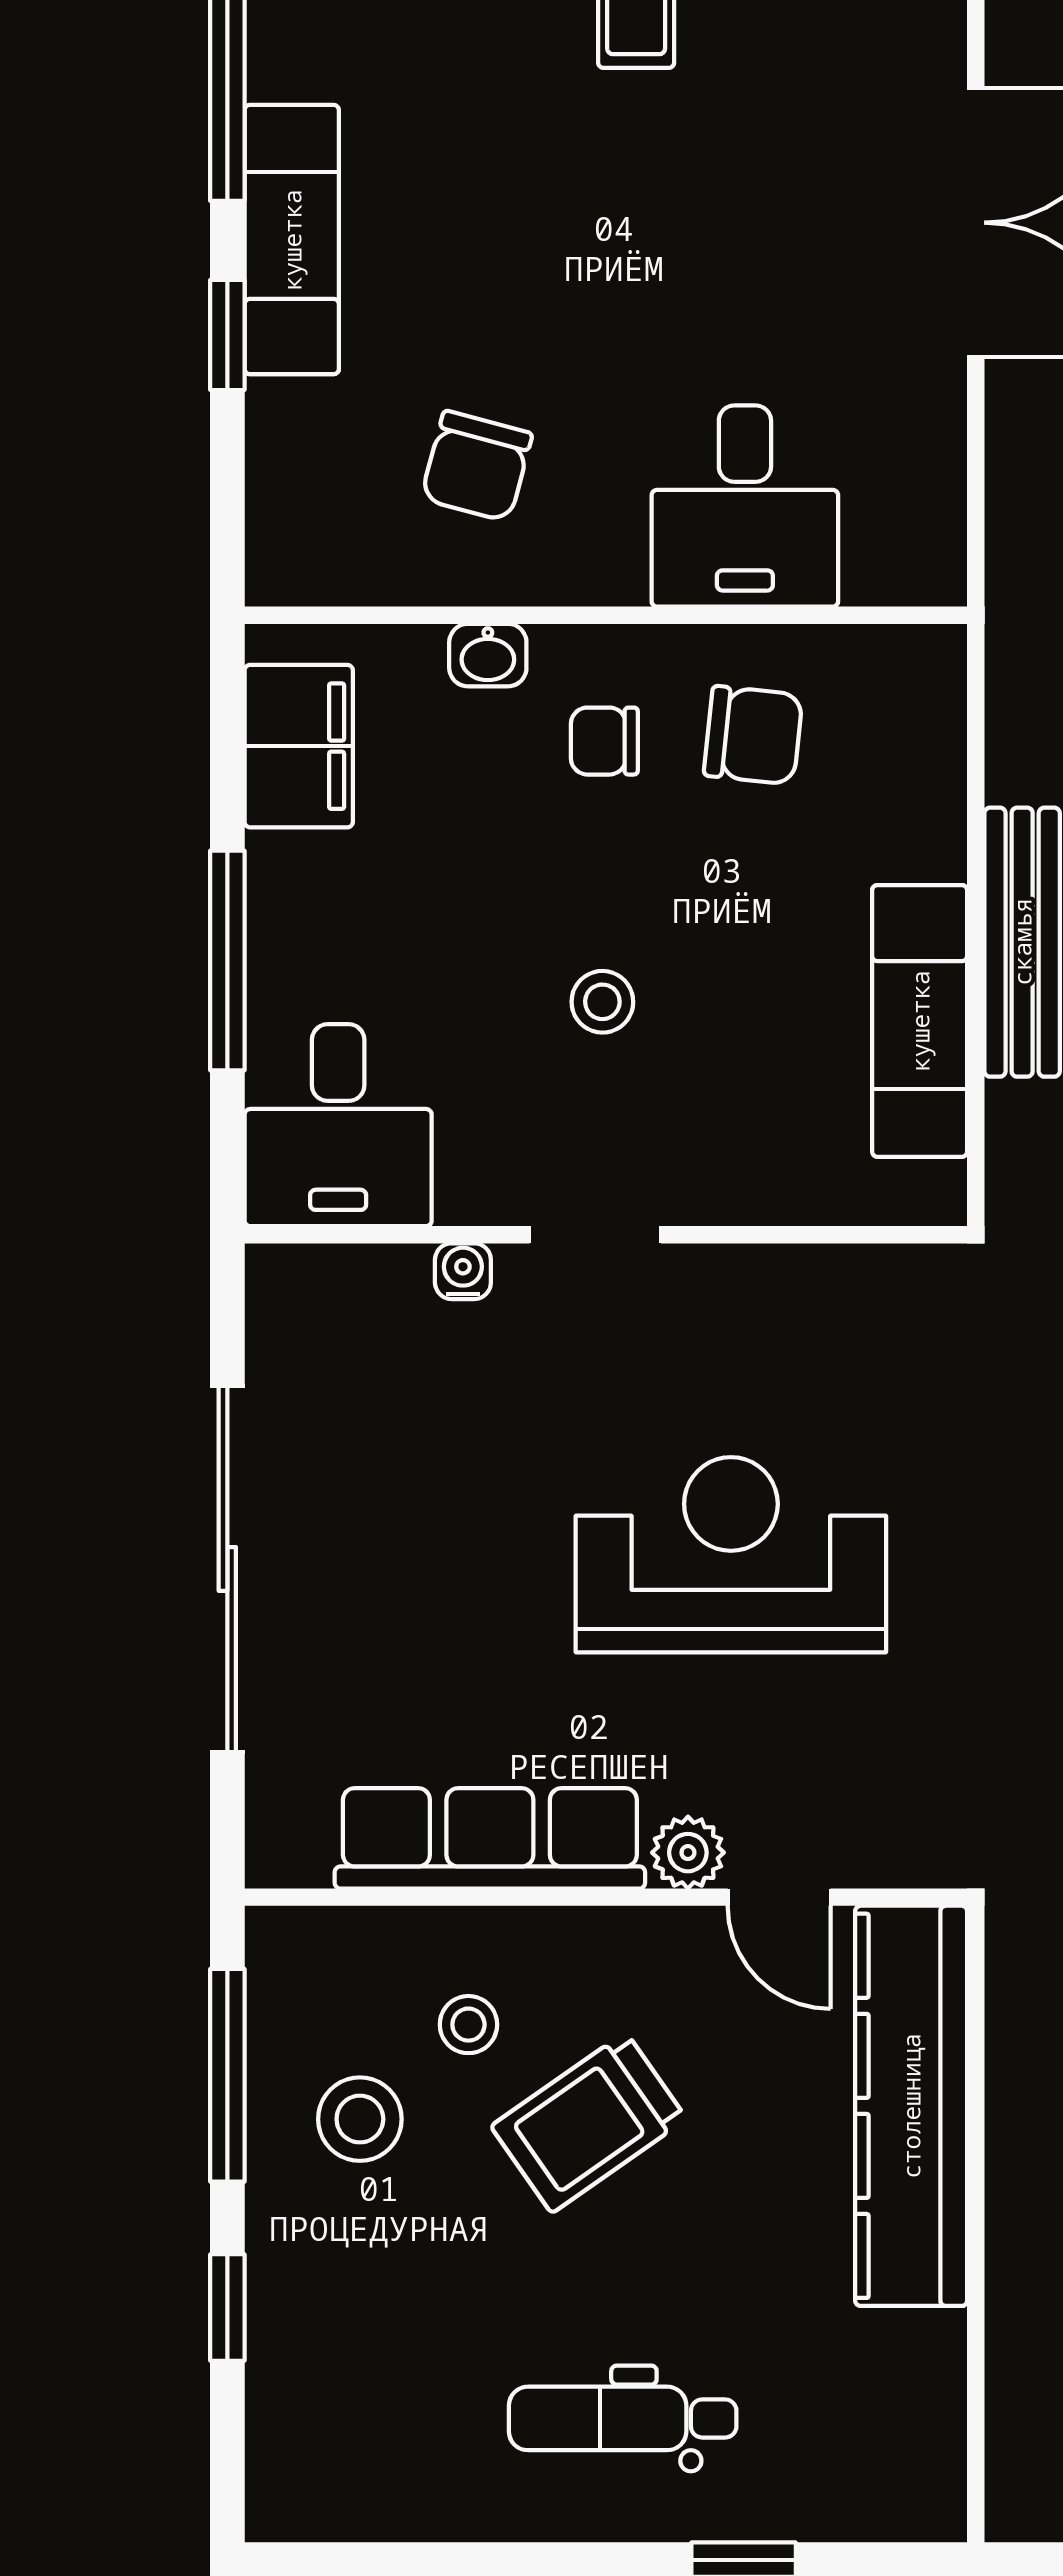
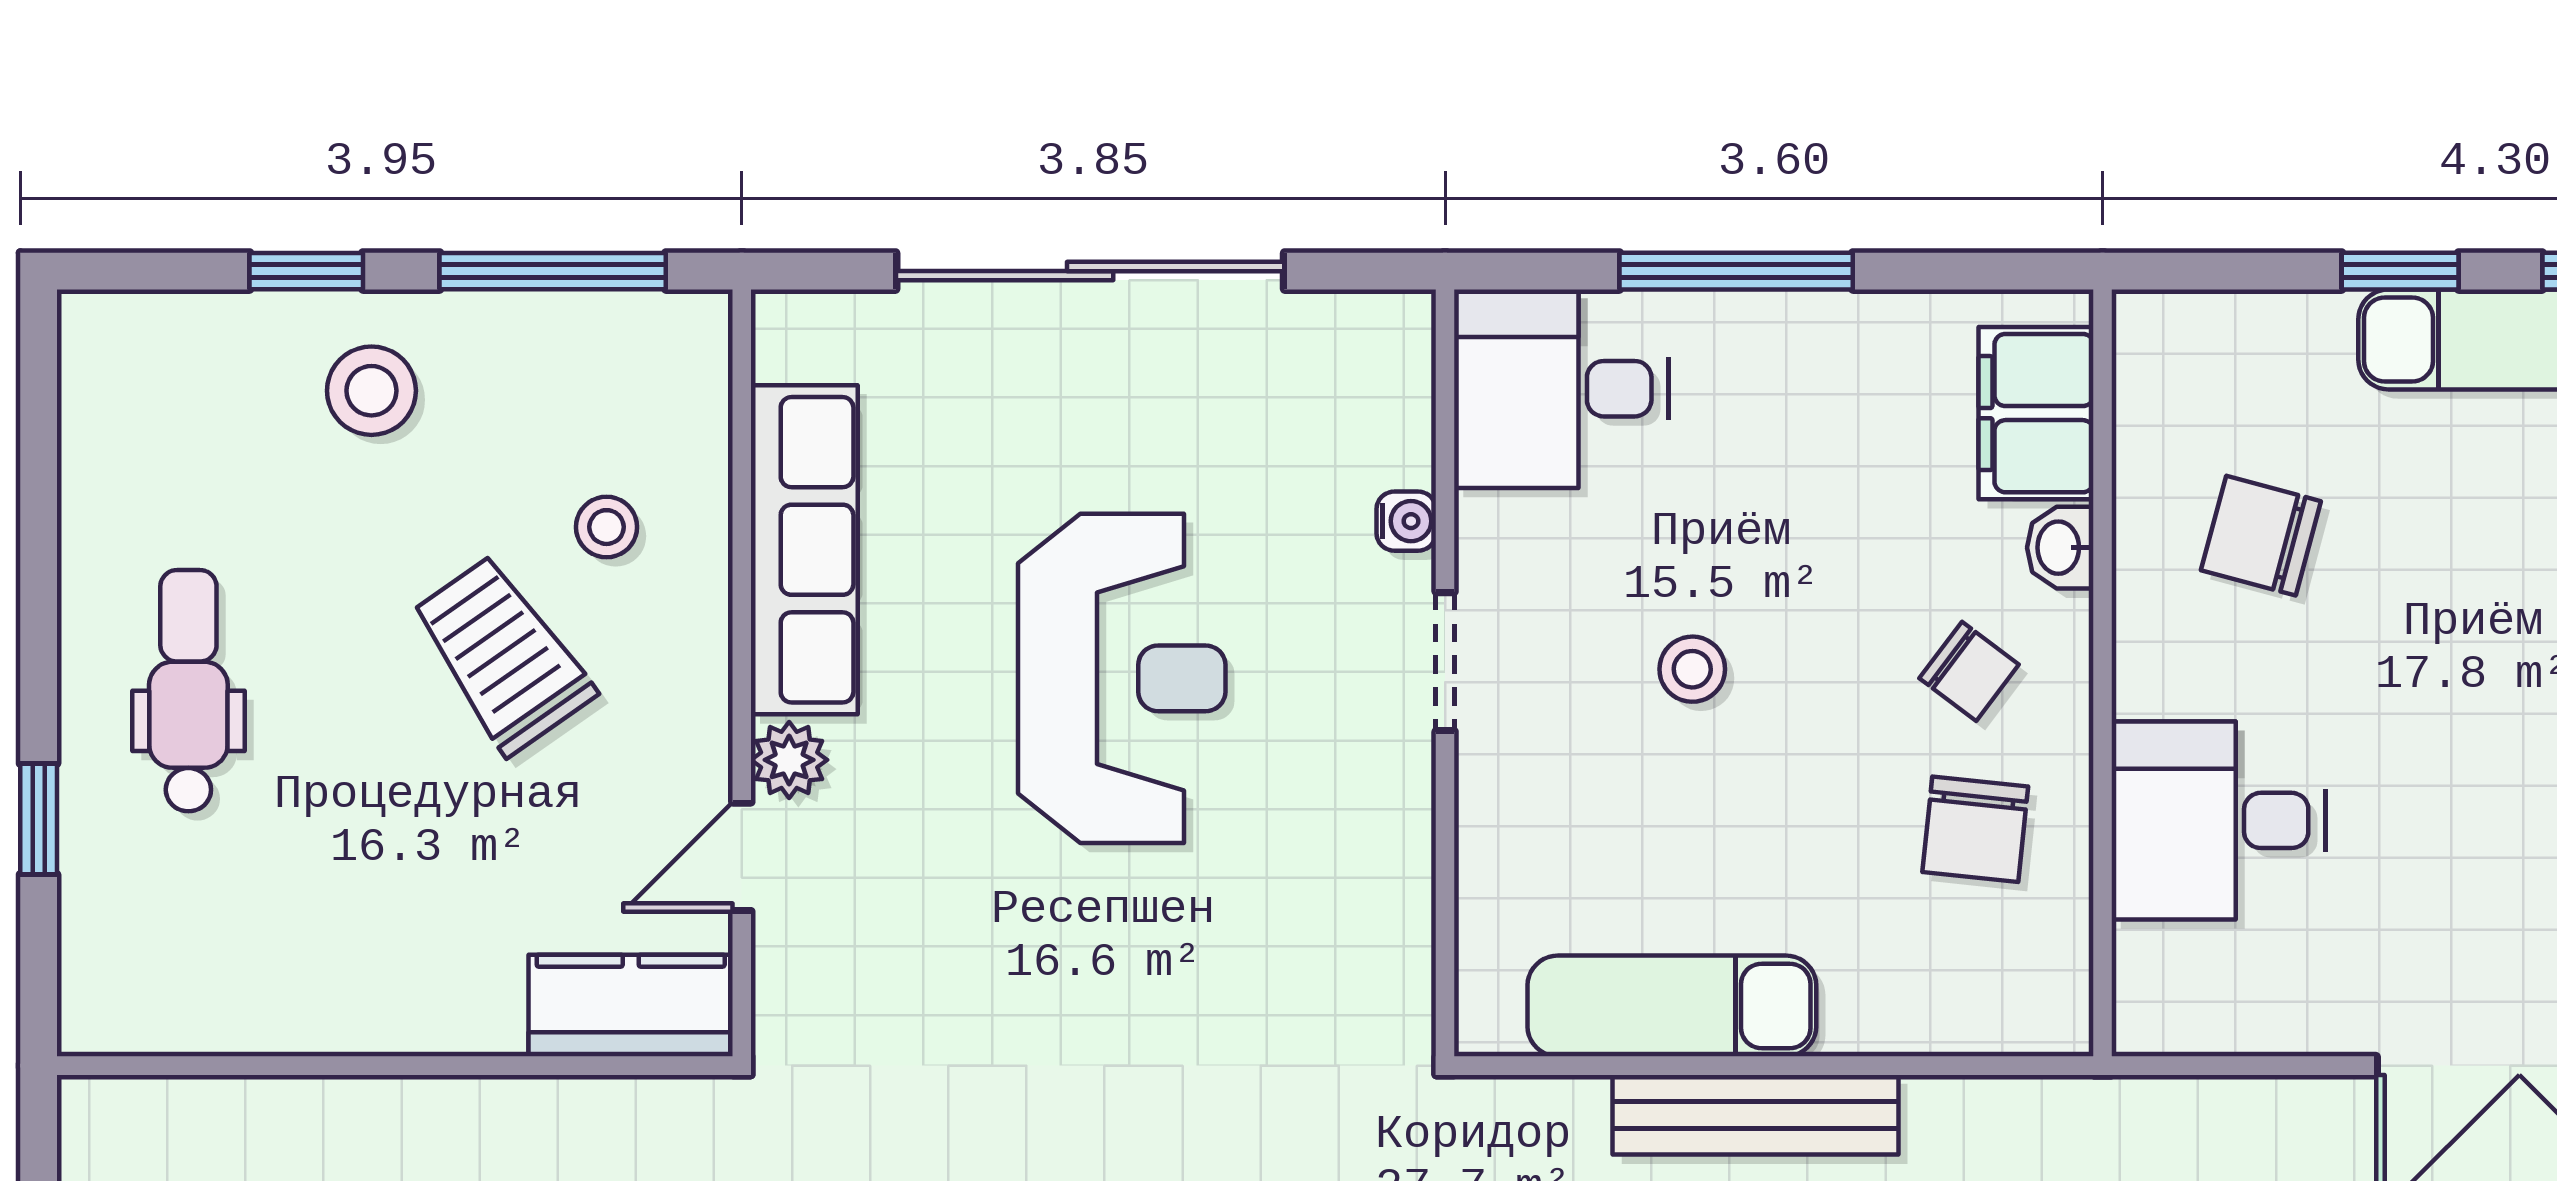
chair: (604, 741) -> (1969, 671), turned 127
filing cabinet: (299, 746) -> (2036, 413), moved, turned 90
reception desk: (731, 1555) -> (1122, 678), moved
kitchen counter: (911, 2106) -> (631, 1006), width x0.48, depth x0.86
stool: (360, 2119) -> (371, 391), moved

